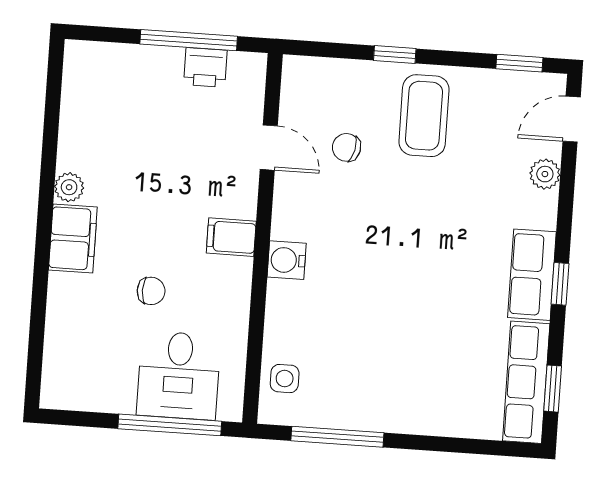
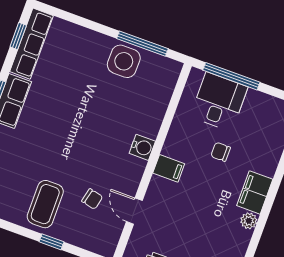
side table: (285, 379) -> (124, 61), moved, width x1.87, depth x1.87

